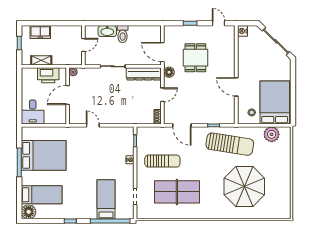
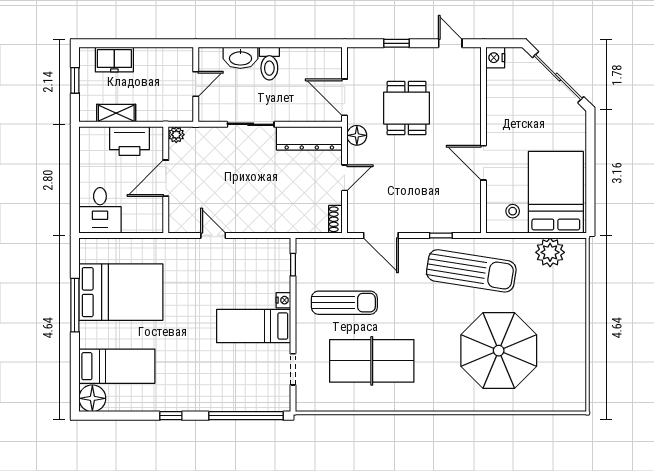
bed: (106, 199) -> (254, 326), moved, turned -90

